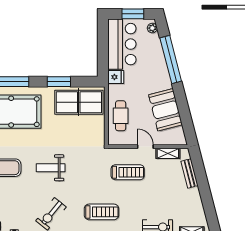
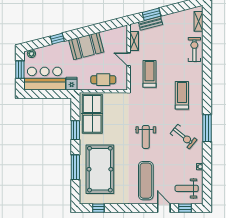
window: (171, 60) -> (57, 39), width x0.32
booth: (166, 110) -> (86, 46), moved
door: (145, 147) -> (129, 59), hinge flipped
window: (200, 175) -> (151, 14), added

